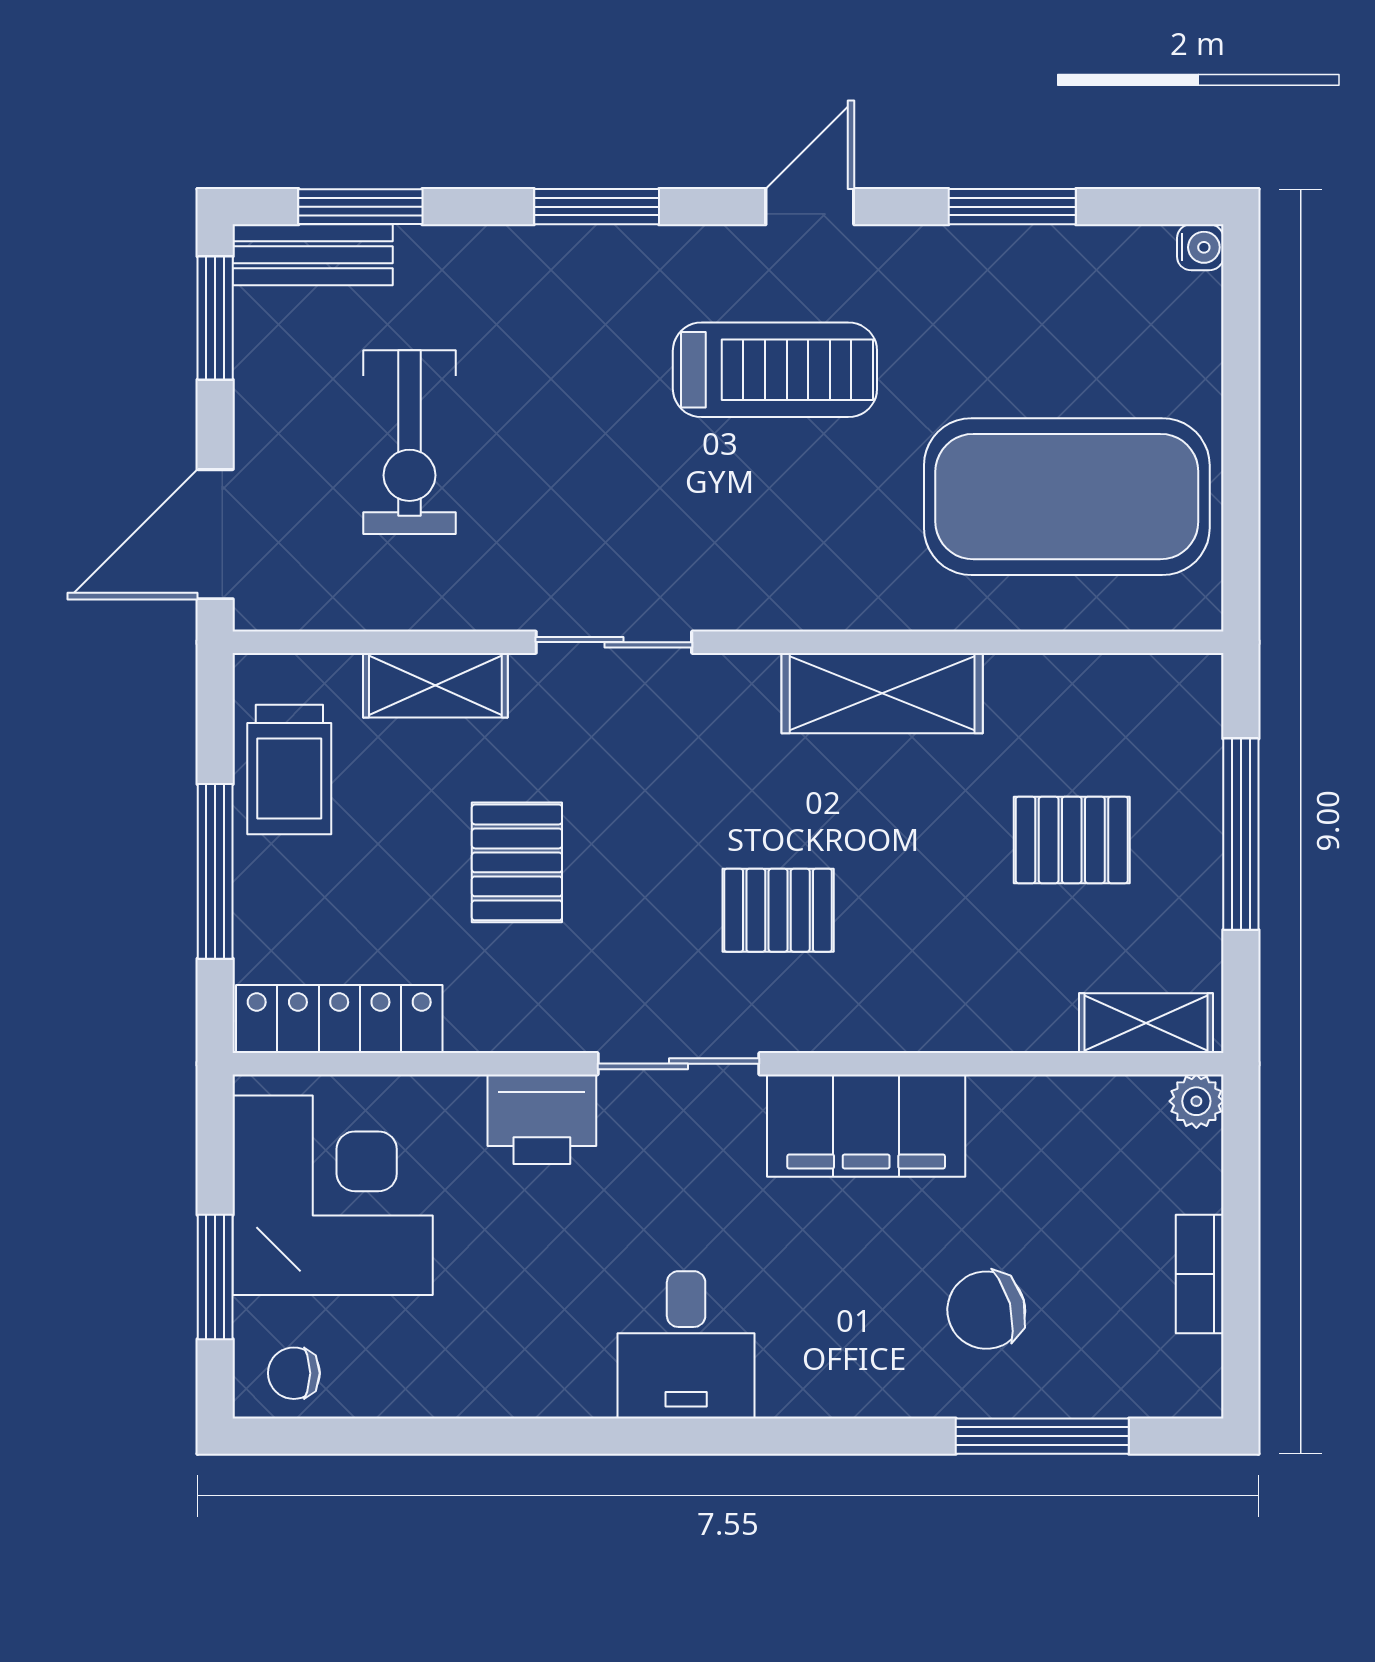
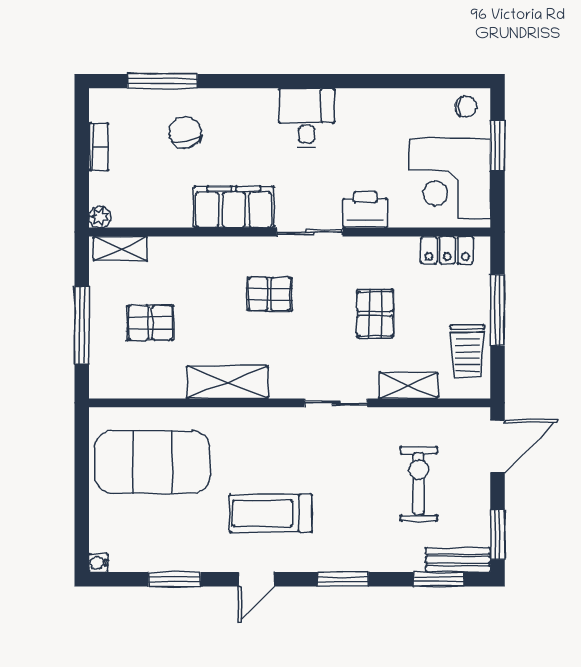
trolley: (289, 769) -> (467, 351), turned 180
locker: (339, 1019) -> (447, 250), width x0.66
chair: (986, 1310) -> (185, 132), turned -89

